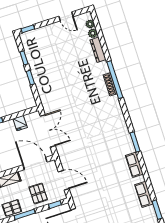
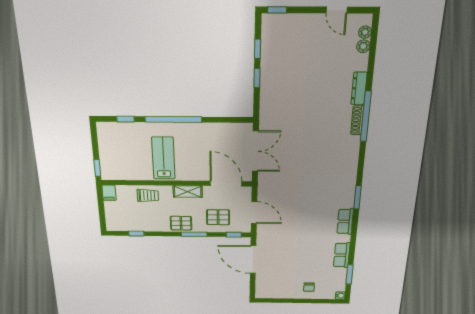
dresser: (98, 50) -> (359, 88), moved
fridge: (20, 123) -> (224, 131), removed
pallet: (38, 193) -> (218, 217), turned 90

